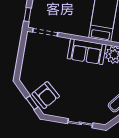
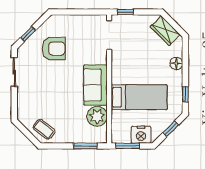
armchair: (46, 95) -> (54, 49), moved, turned -131
sliding door: (80, 123) -> (14, 72), moved

